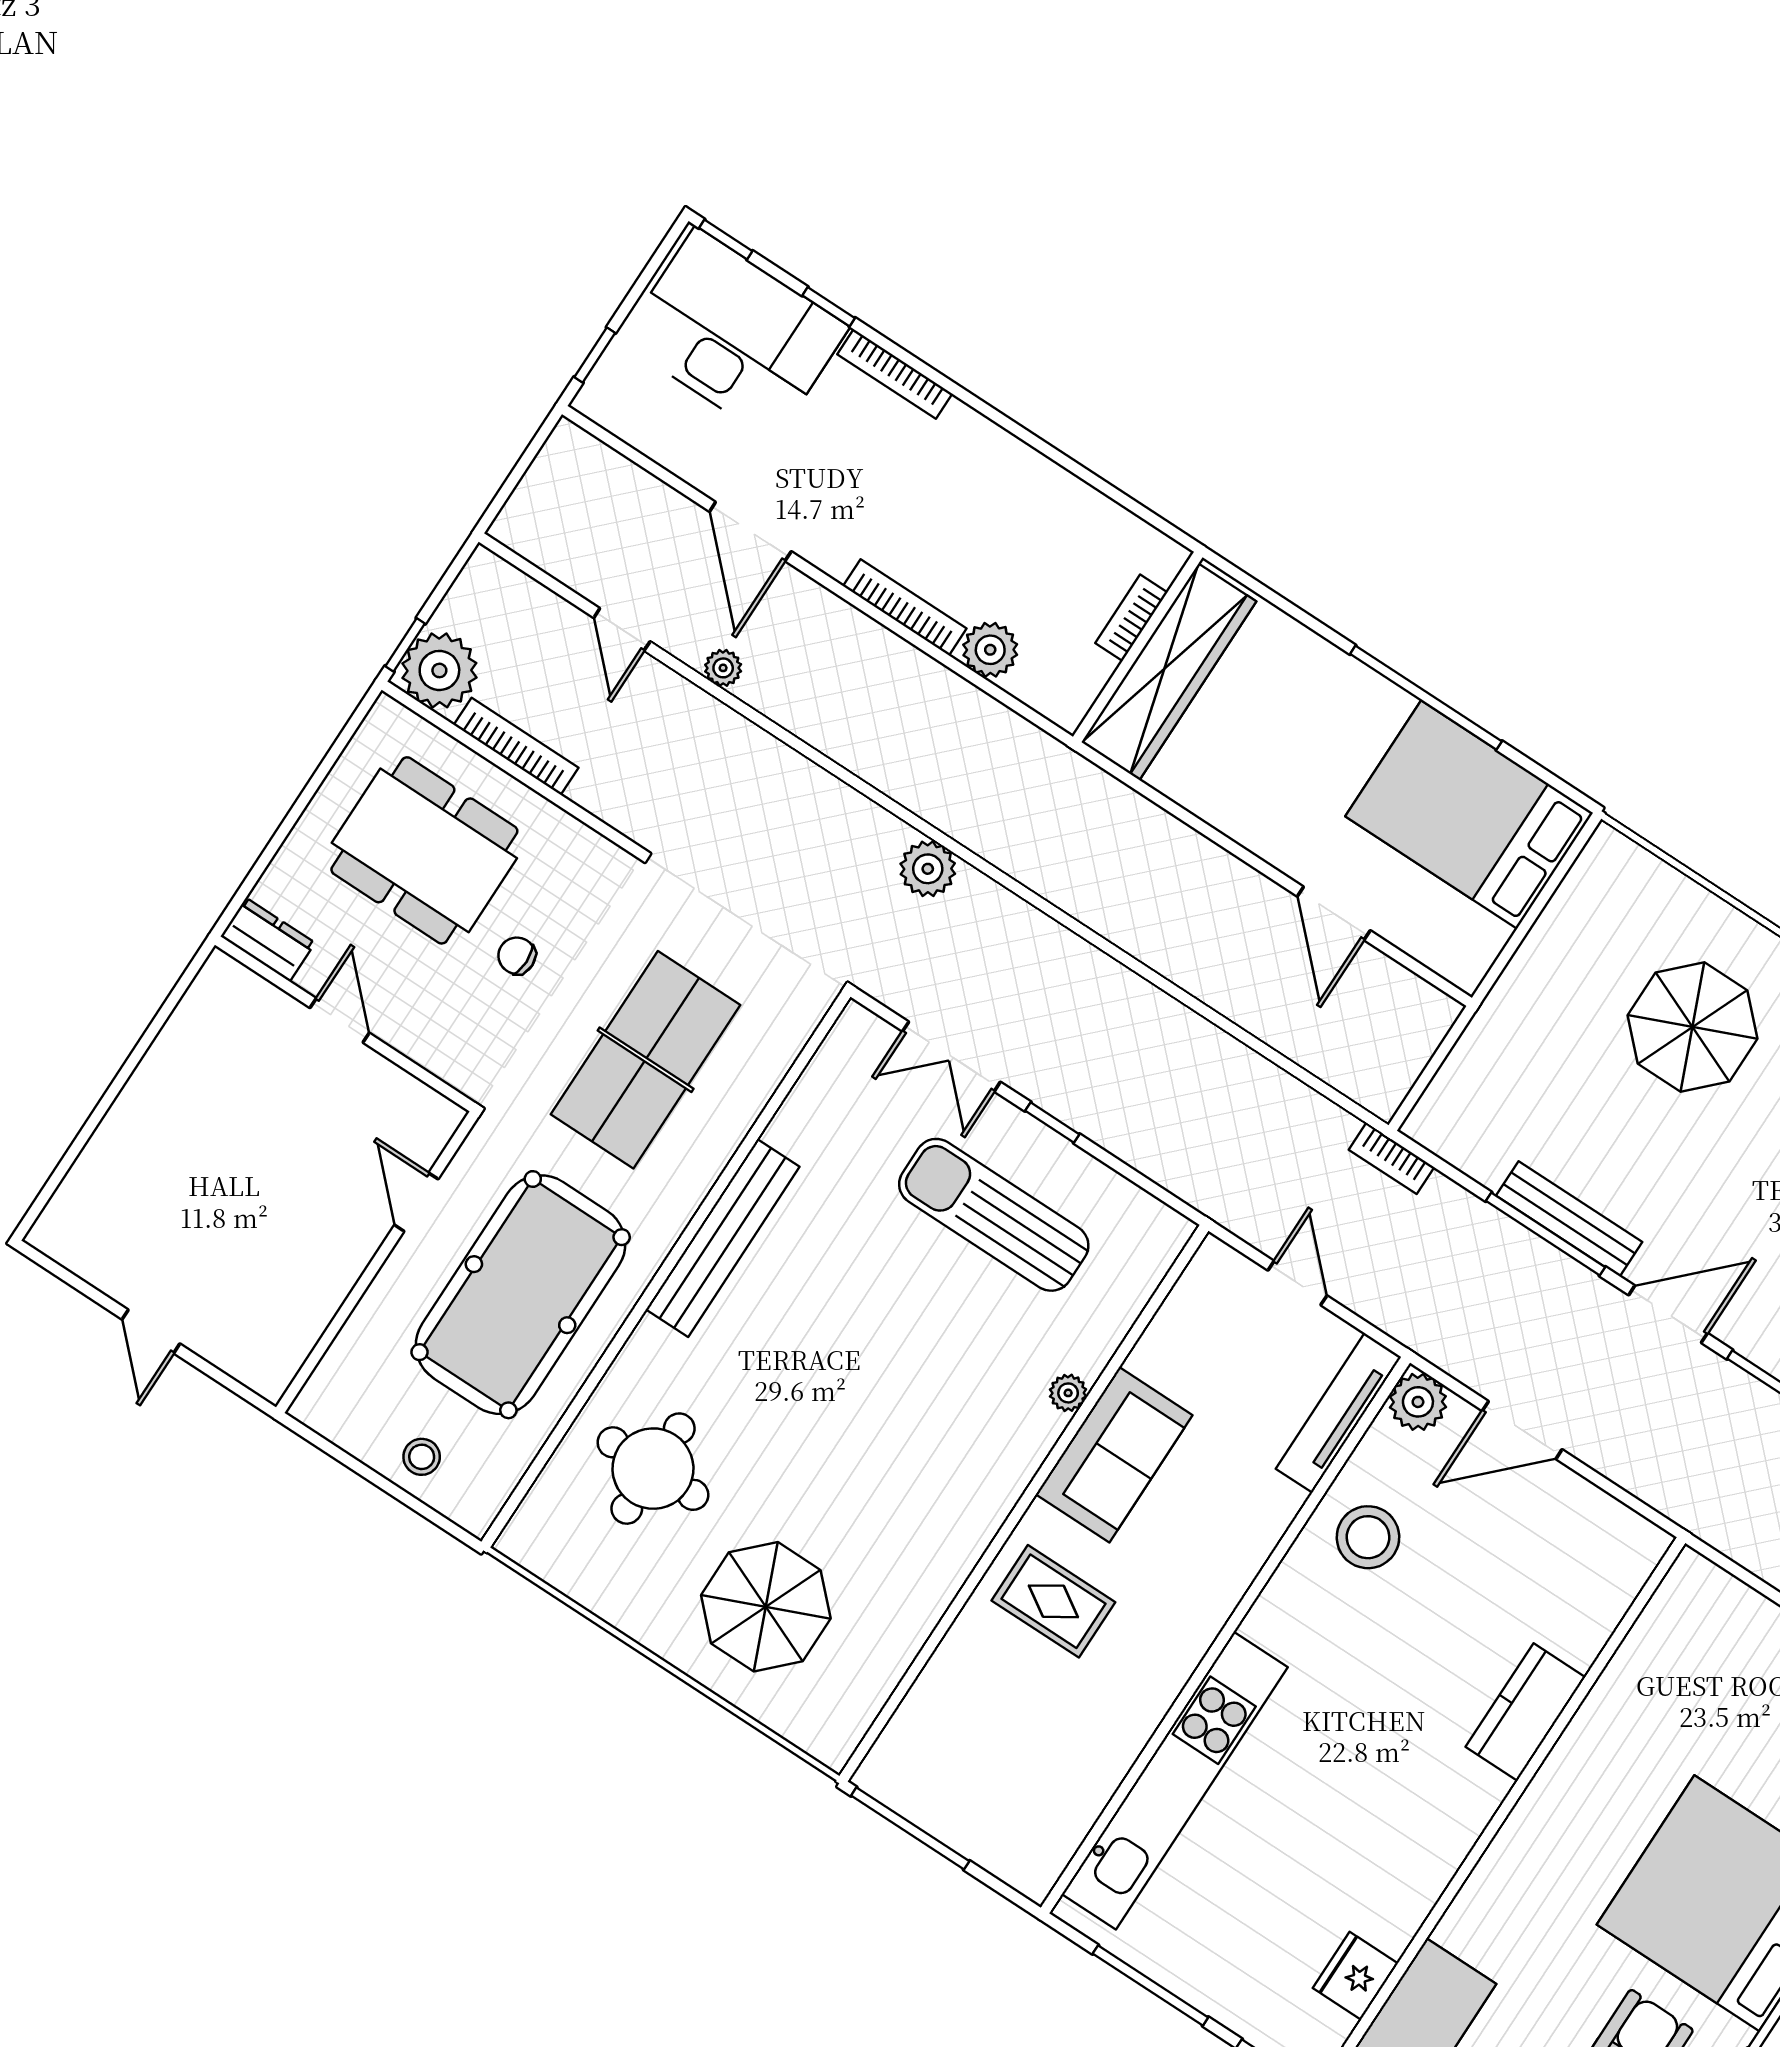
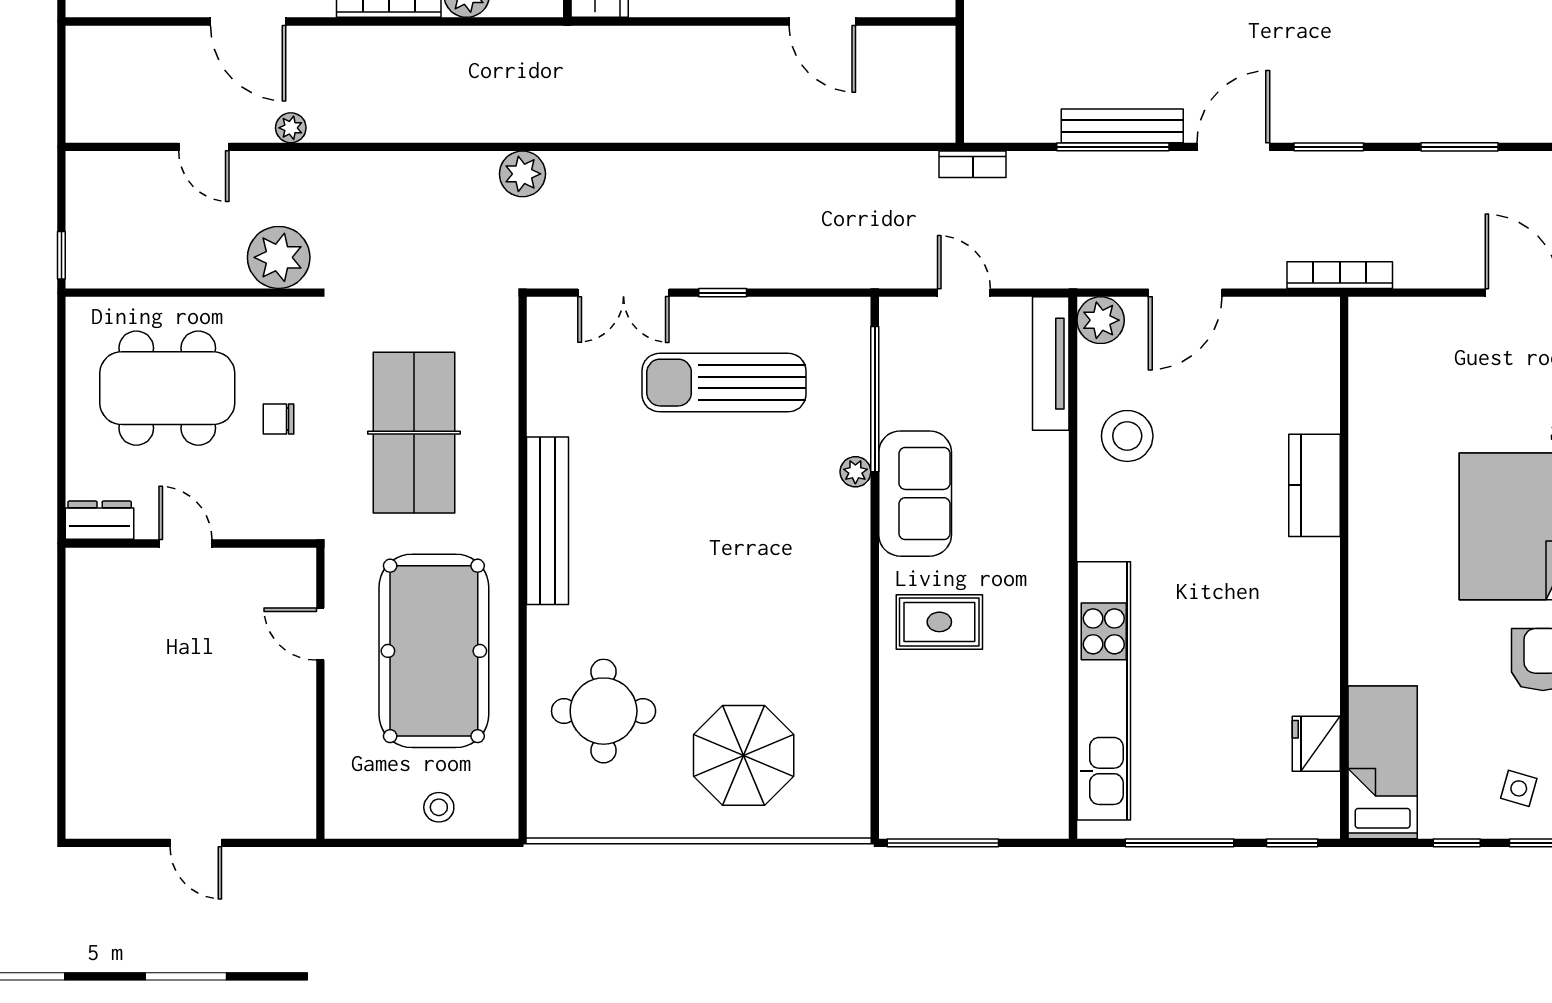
plant: (439, 670) -> (279, 257), moved
bookcase: (516, 746) -> (1340, 275), moved
window: (1136, 1332) -> (875, 399), added

